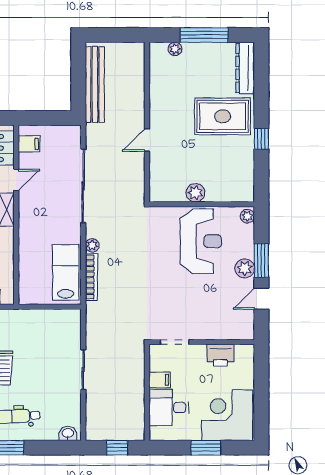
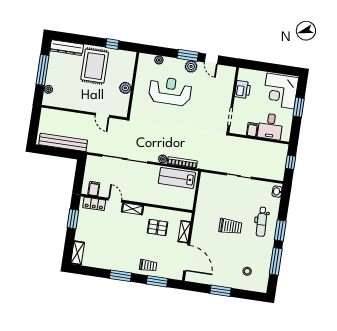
plant: (195, 193) -> (125, 88), moved
wall: (202, 204) -> (133, 85), moved

